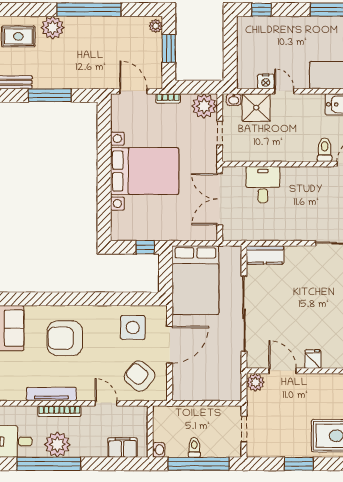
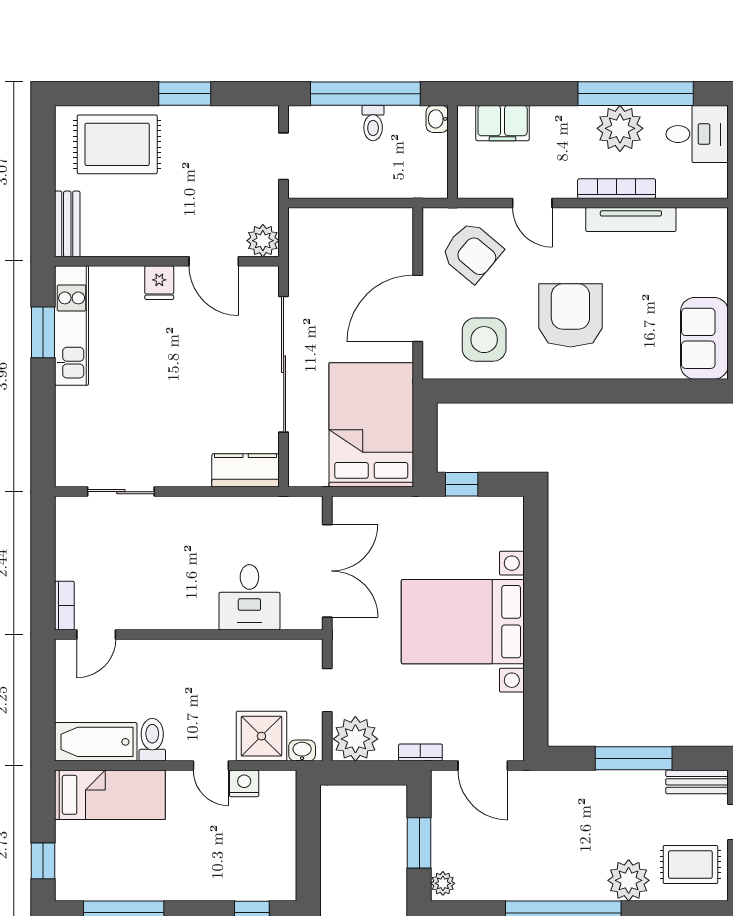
toilet: (325, 150) -> (152, 740), moved, turned 180
armchair: (65, 338) -> (570, 315), moved, turned -90

